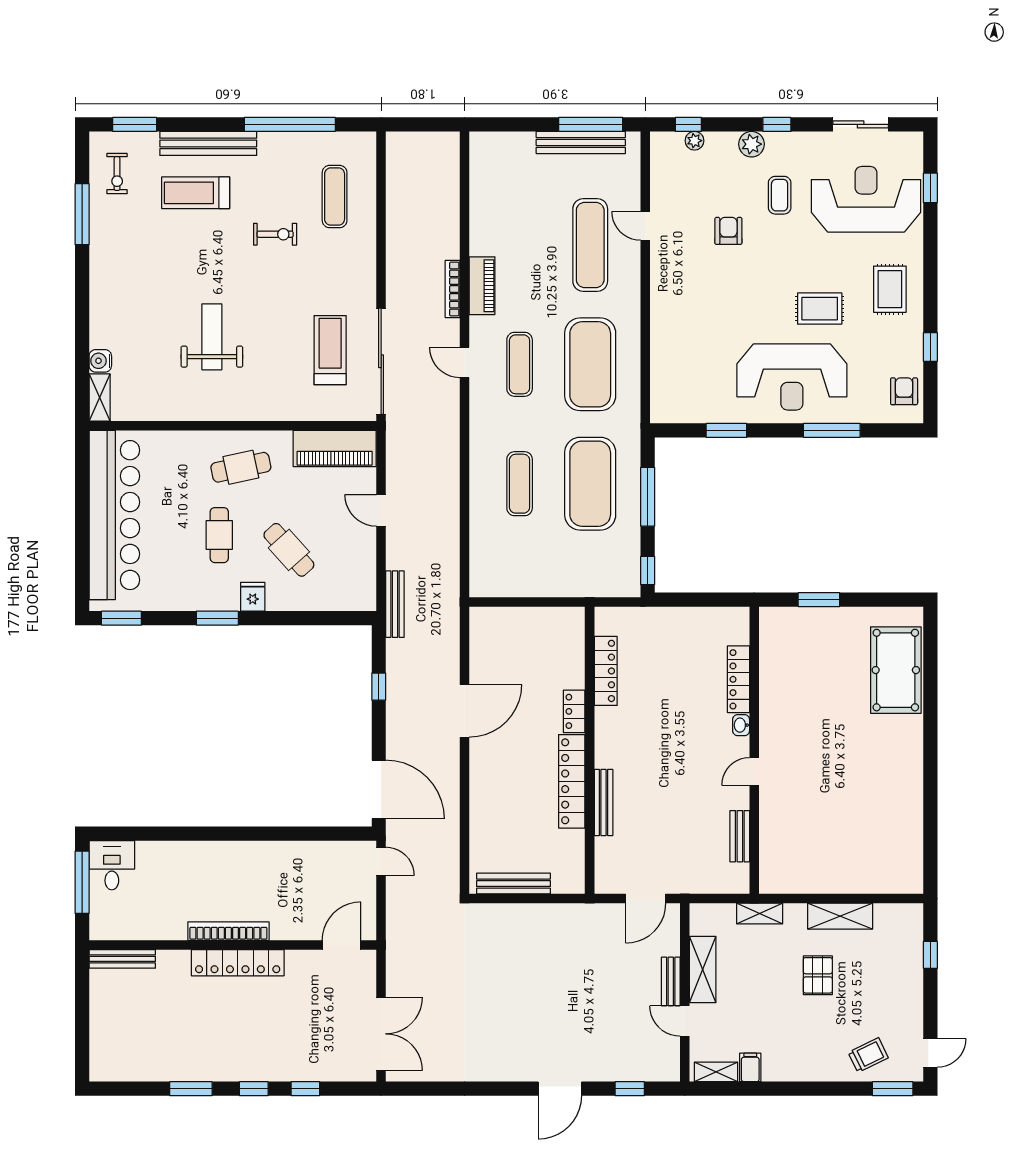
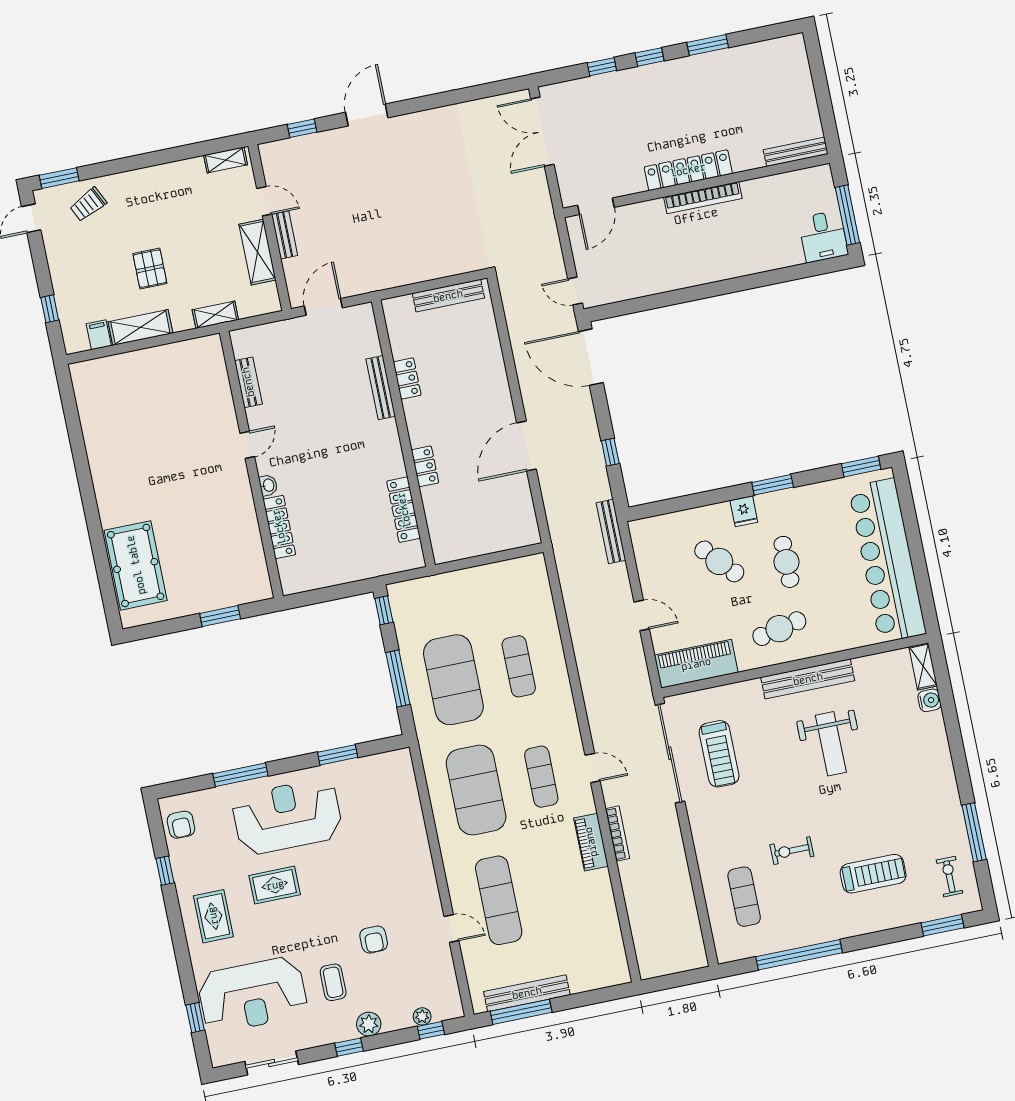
bench: (208, 143) -> (808, 679), moved
locker: (572, 781) -> (407, 378), width x0.46, depth x0.83
filing cabinet: (750, 1067) -> (99, 335), moved, turned 180

